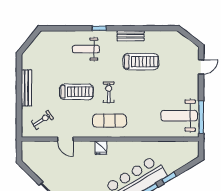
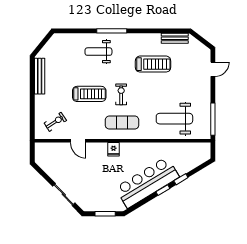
window: (99, 28) -> (112, 31), width x2.17
bench: (131, 36) -> (175, 38), moved
bench: (26, 88) -> (40, 76), moved
weight bench: (179, 116) -> (174, 119), moved

